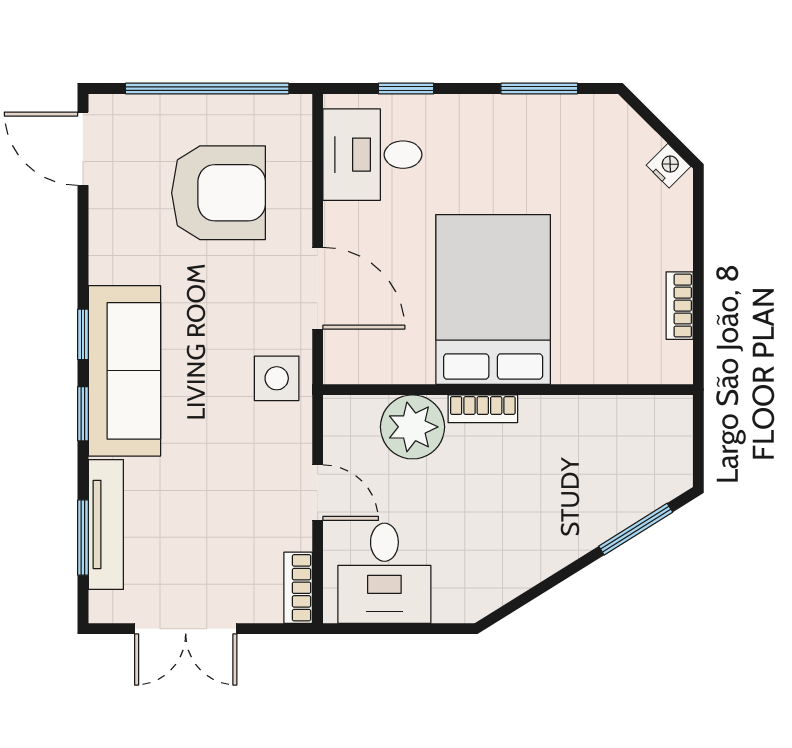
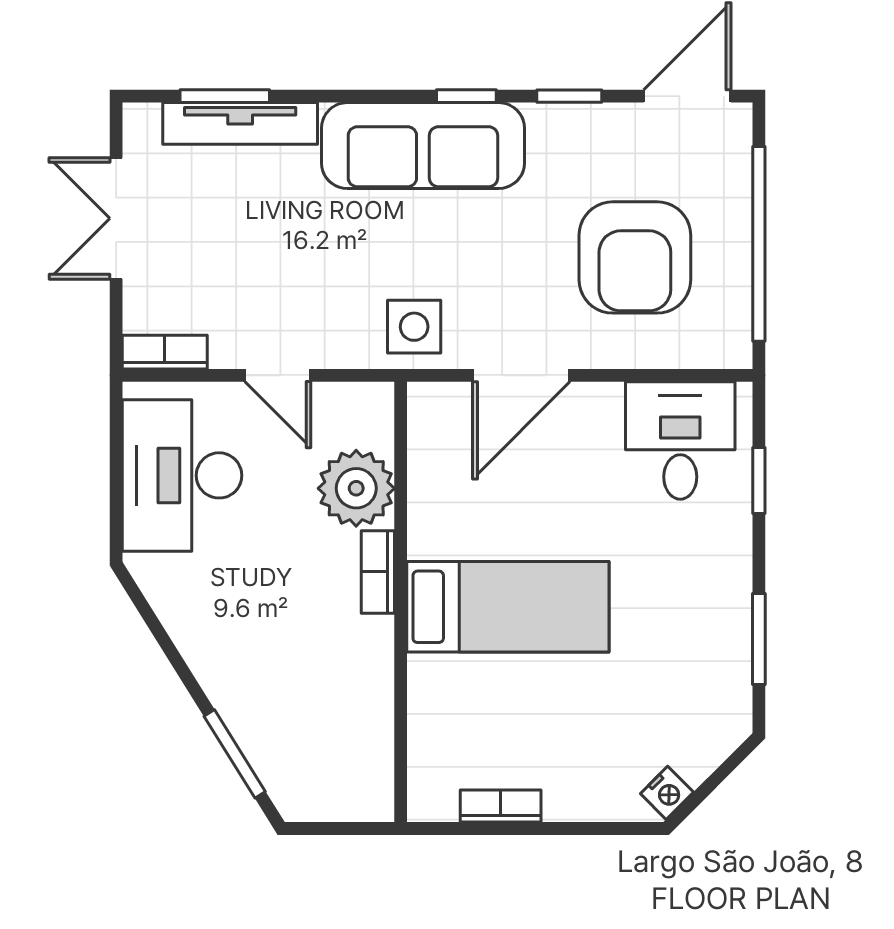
bed: (493, 299) -> (508, 607), width x0.67
window: (83, 414) -> (569, 96), moved
door: (318, 493) -> (278, 375), hinge flipped
desk: (384, 573) -> (182, 475), width x1.37

